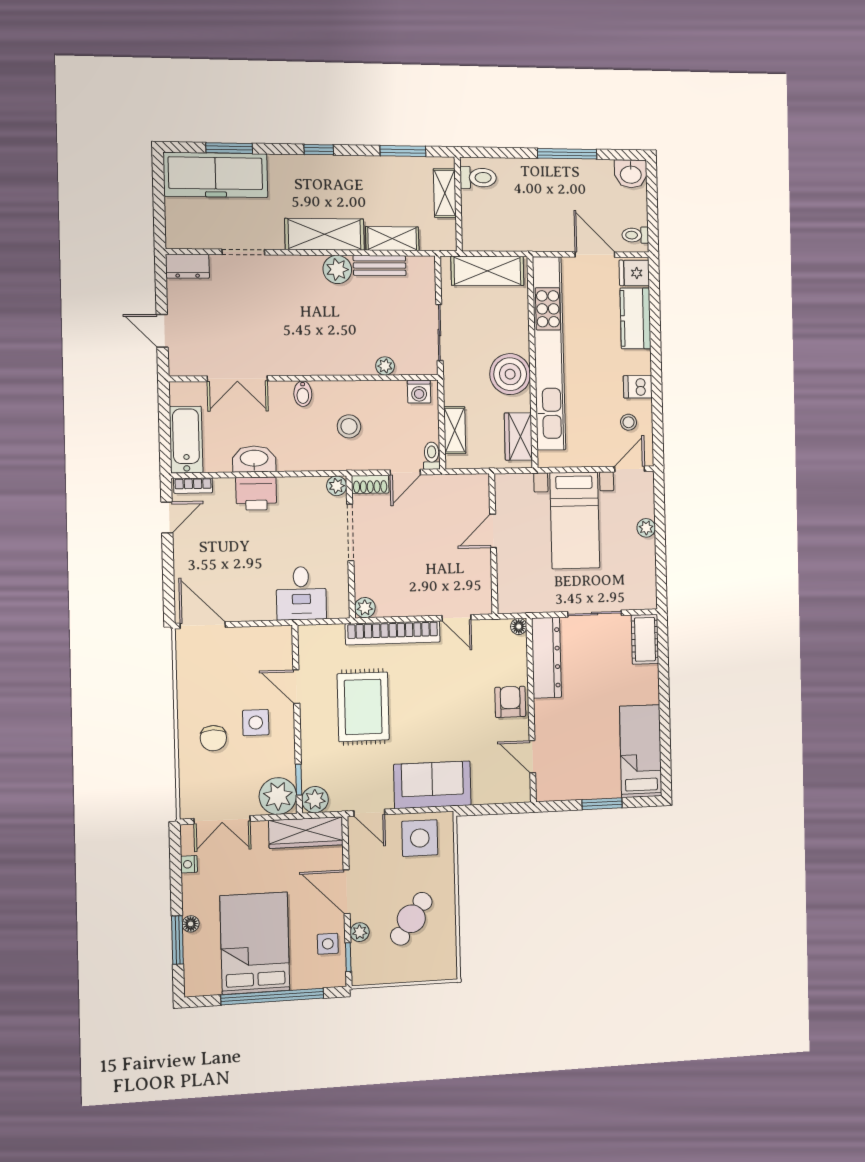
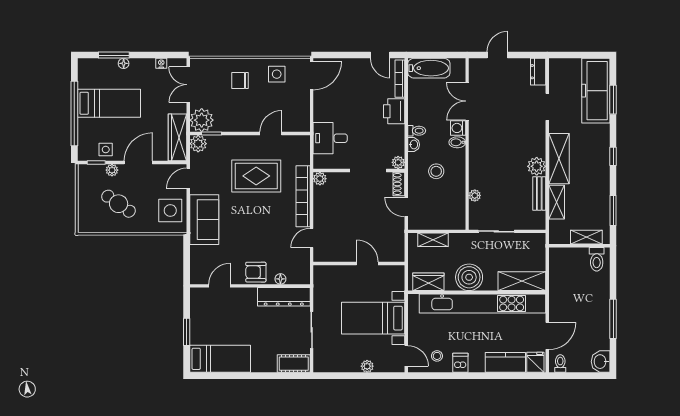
shelving: (487, 271) -> (522, 281), moved, turned 90
washing machine: (419, 392) -> (458, 128), moved
toilet: (432, 456) -> (417, 131), moved
washbasin: (254, 459) -> (414, 145), moved, width x0.52, depth x0.69
bookcase: (193, 486) -> (400, 79), width x1.56
floor lamp: (519, 626) -> (280, 279), moved
armchair: (510, 702) -> (256, 272), turned 180
side table: (256, 723) -> (277, 74), moved
bed: (255, 943) -> (109, 103), width x0.67

